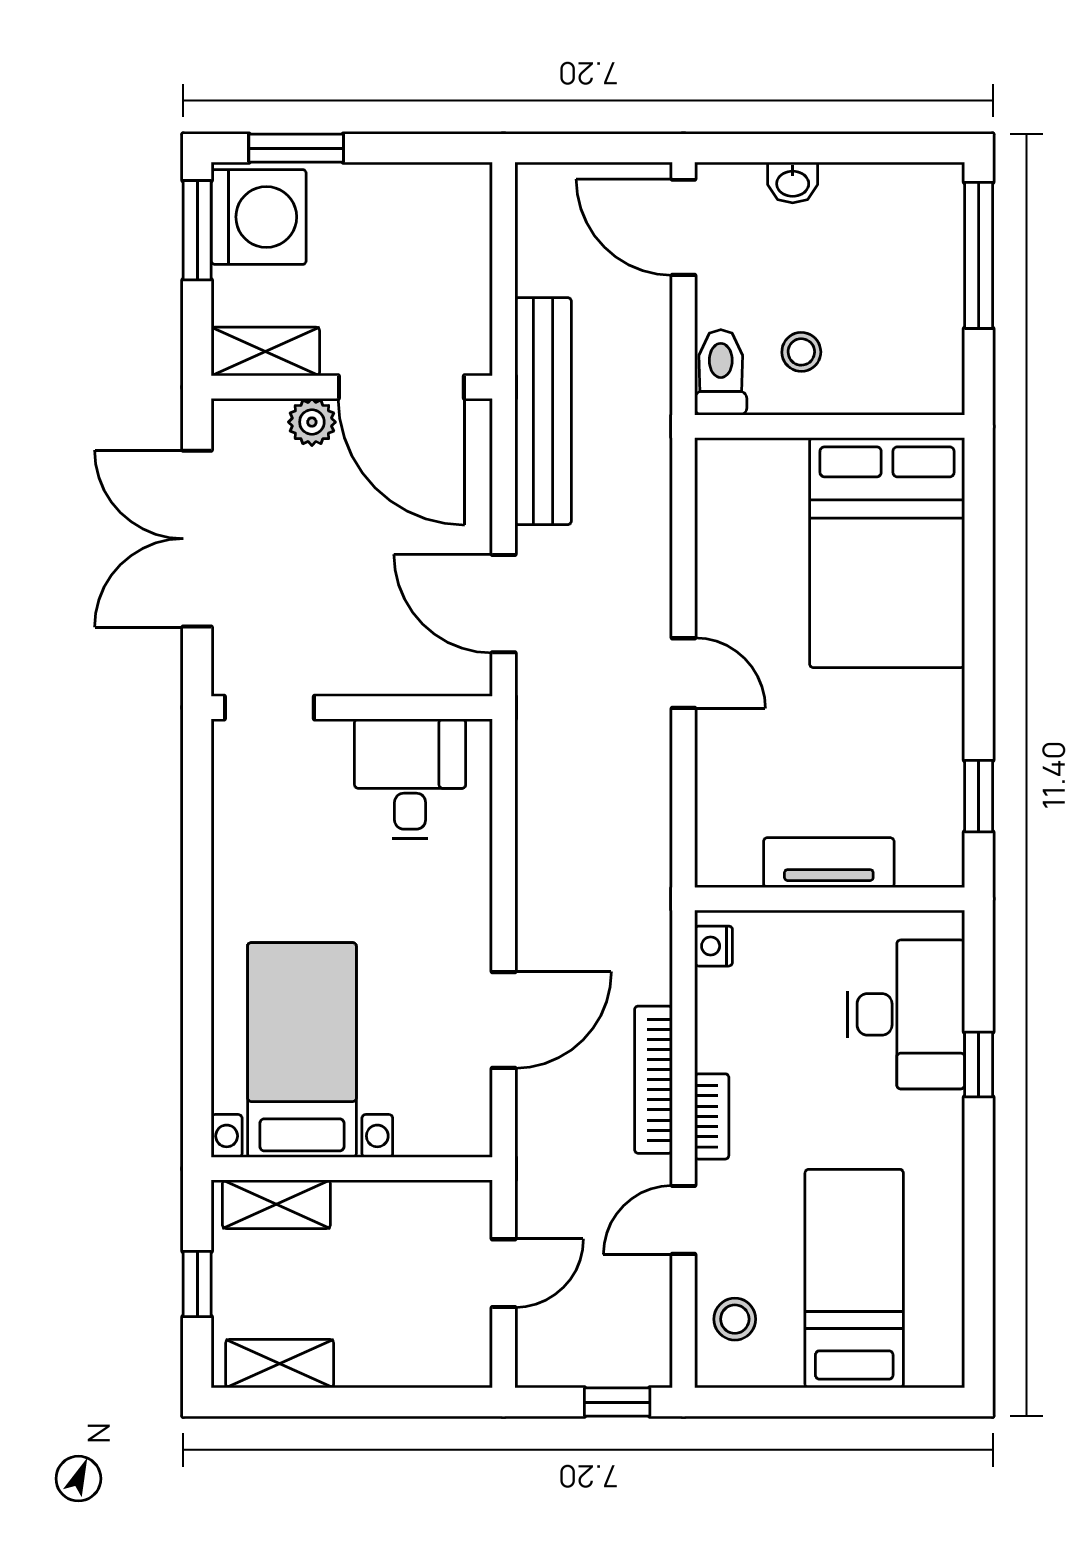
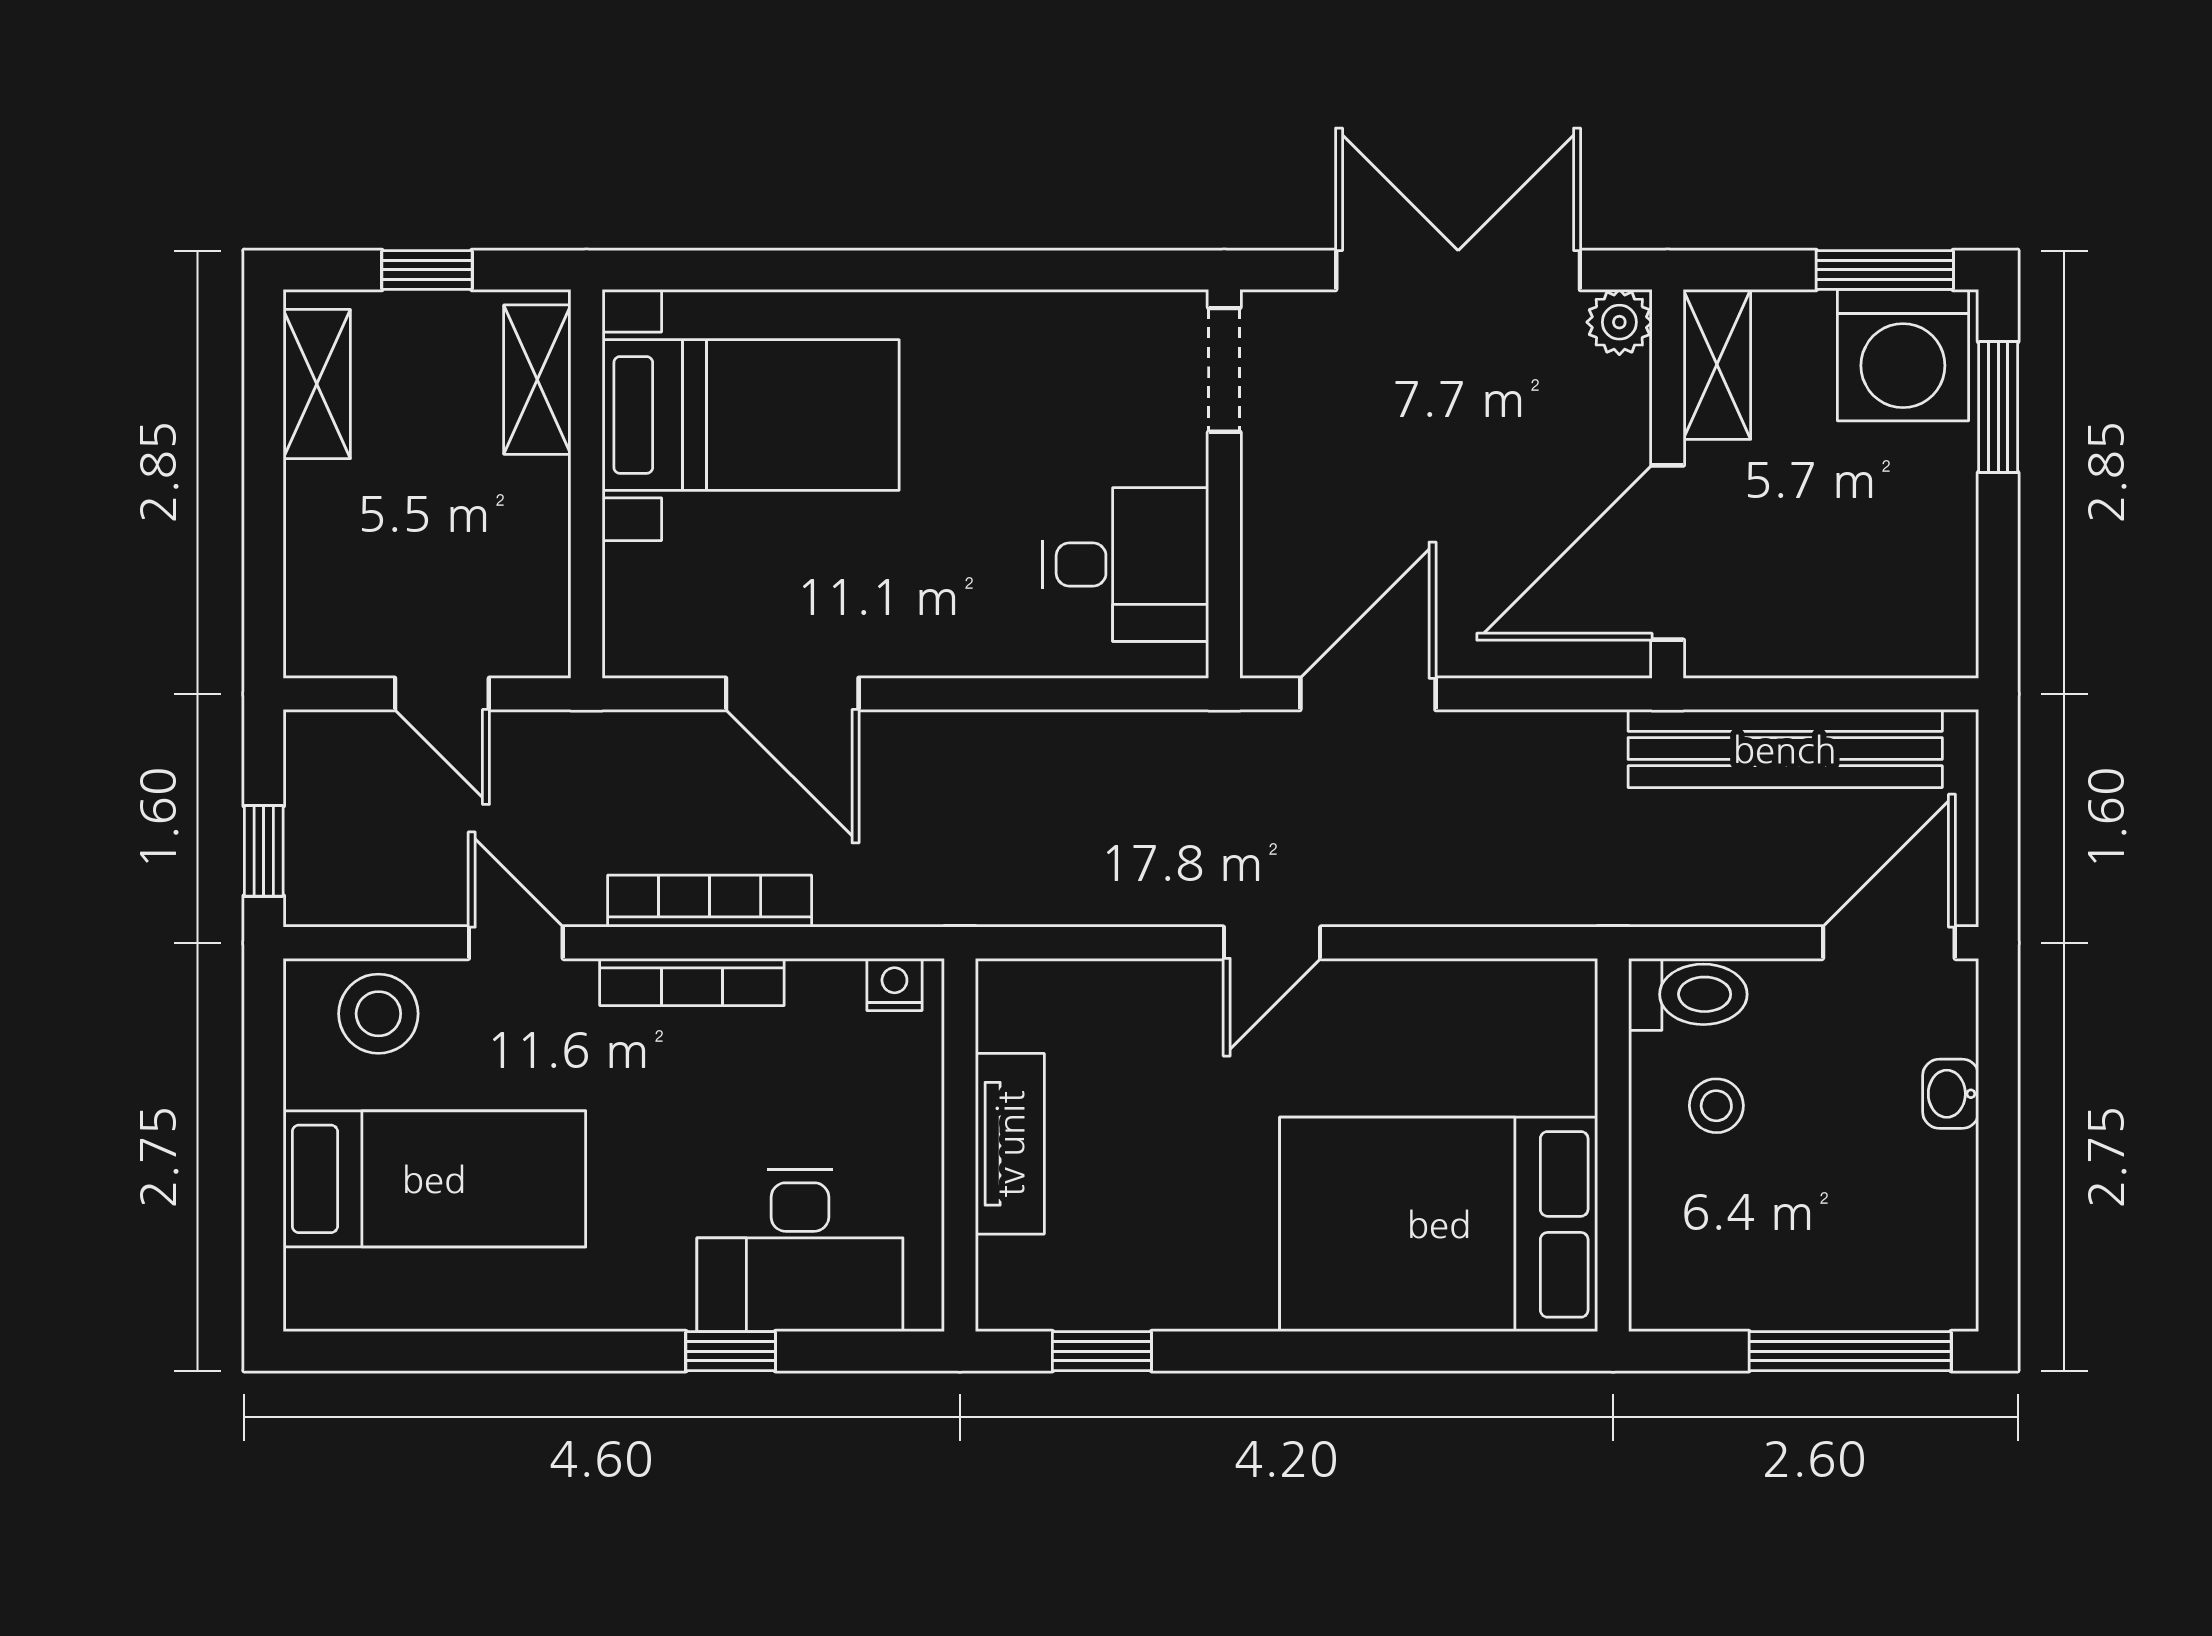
bench: (543, 411) -> (1785, 749), moved
plant: (312, 422) -> (1619, 322), moved
bookcase: (712, 1116) -> (692, 982), width x1.56
stool: (735, 1319) -> (378, 1014), width x1.37, depth x1.37

